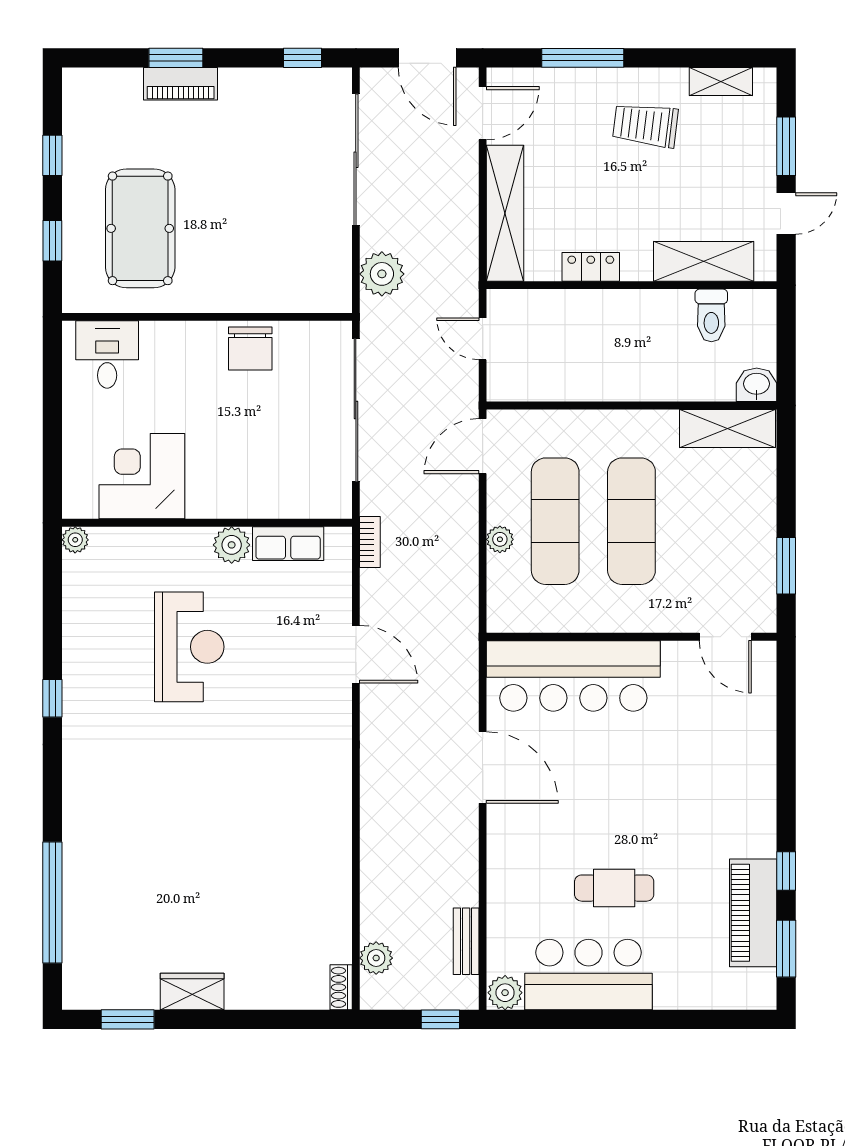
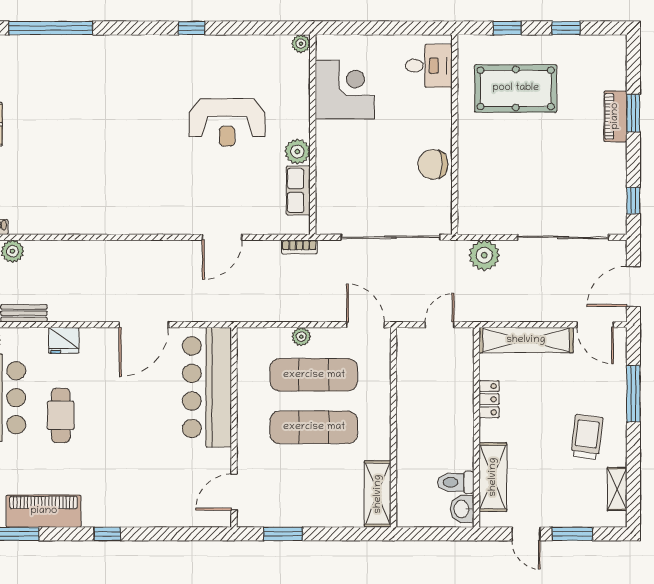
washbasin: (757, 385) -> (462, 509), moved, turned 180
window: (786, 871) -> (107, 534), moved
fridge: (505, 884) -> (64, 340), added

